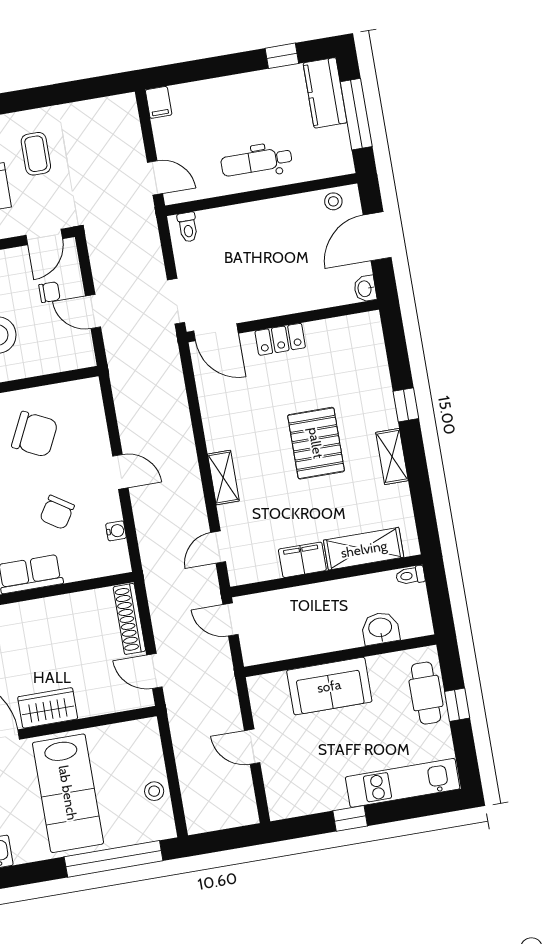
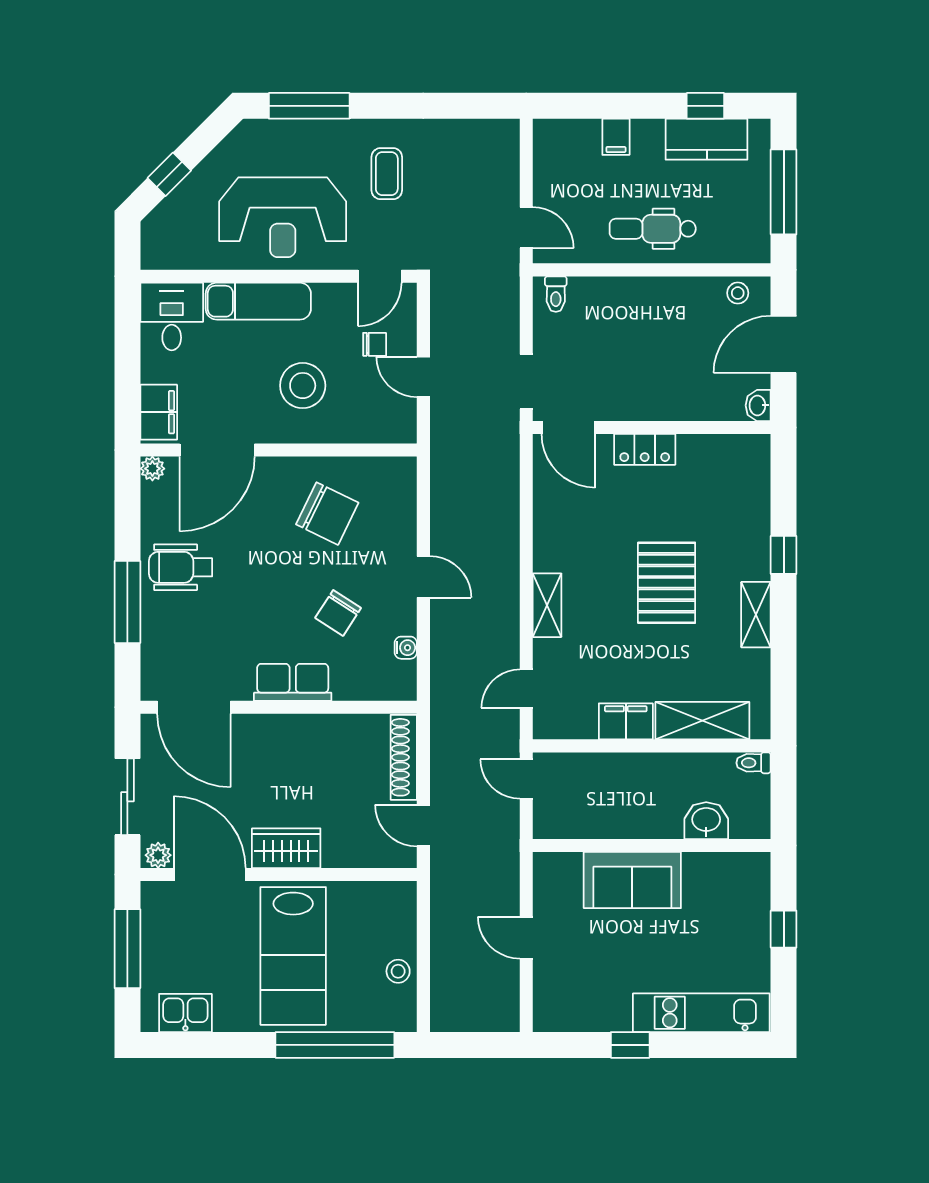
kitchen counter: (325, 93) -> (707, 139), moved, turned -90
filing cabinet: (159, 102) -> (616, 137), moved
cafe table: (426, 693) -> (748, 909), removed

